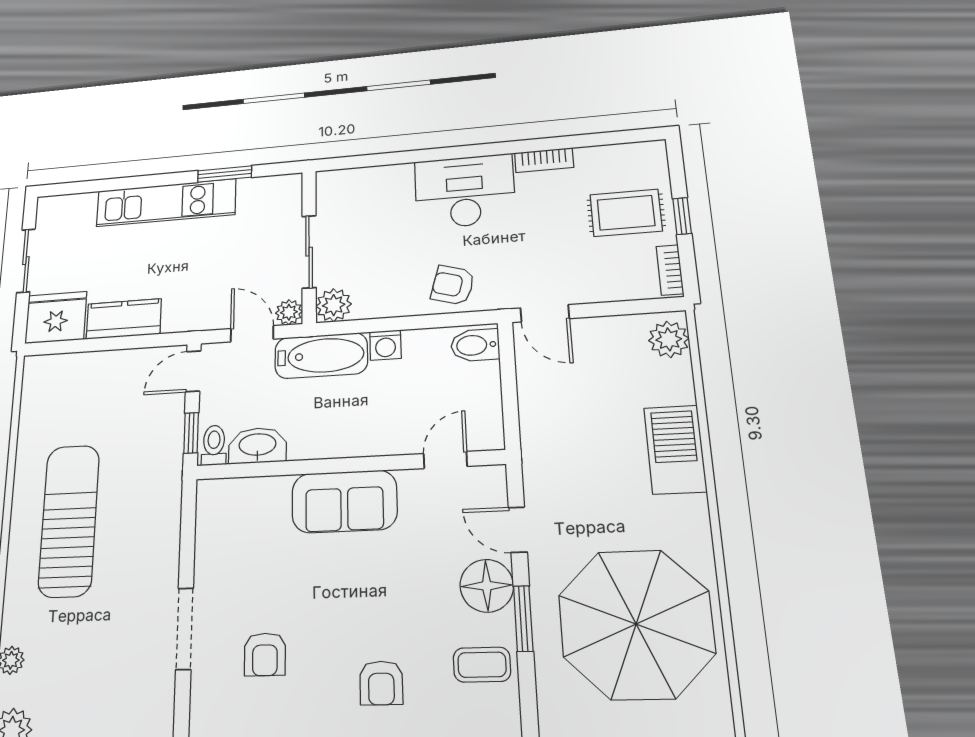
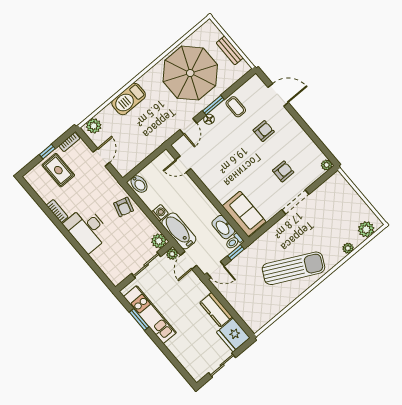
kitchen unit: (166, 203) -> (150, 315), moved
door: (545, 313) -> (101, 157), moved
sofa: (344, 501) -> (244, 214), moved
sun lounger: (69, 520) -> (293, 268), turned -153
floor lamp: (487, 586) -> (209, 119), width x0.53, depth x0.53

